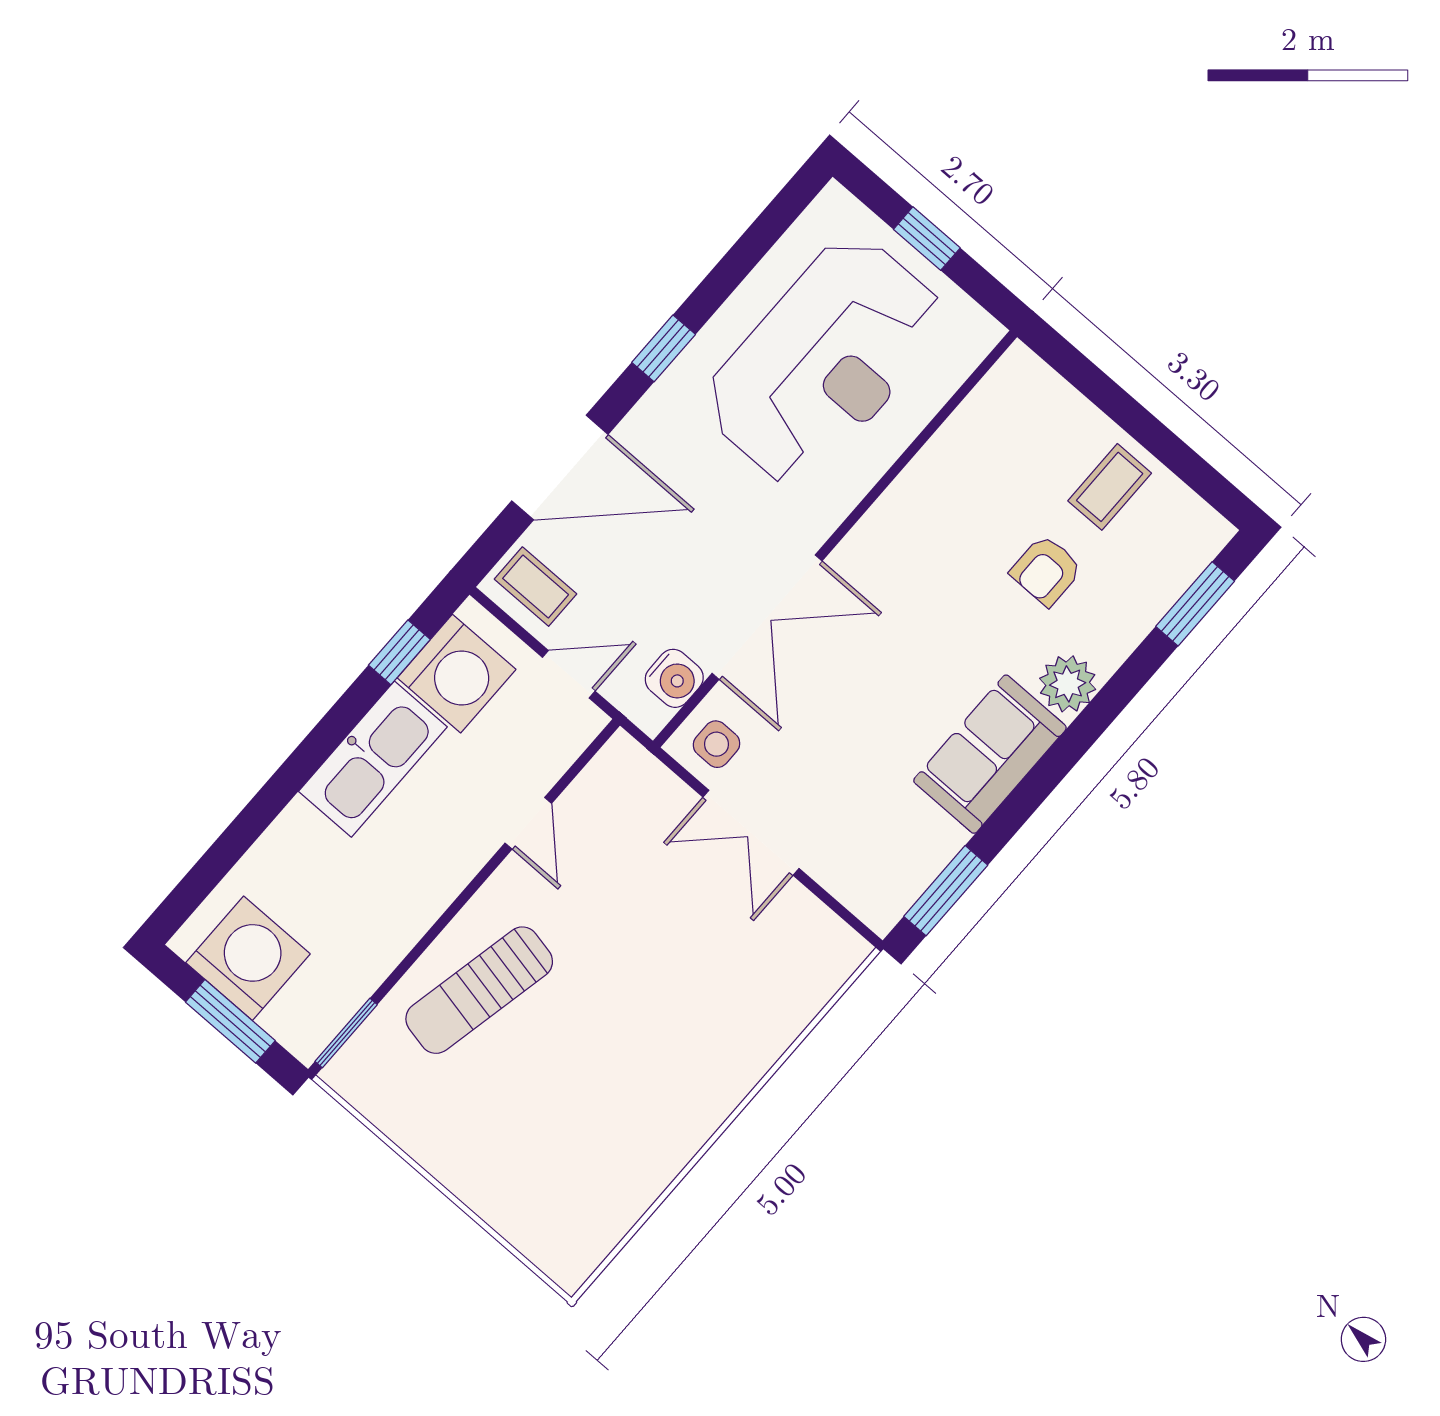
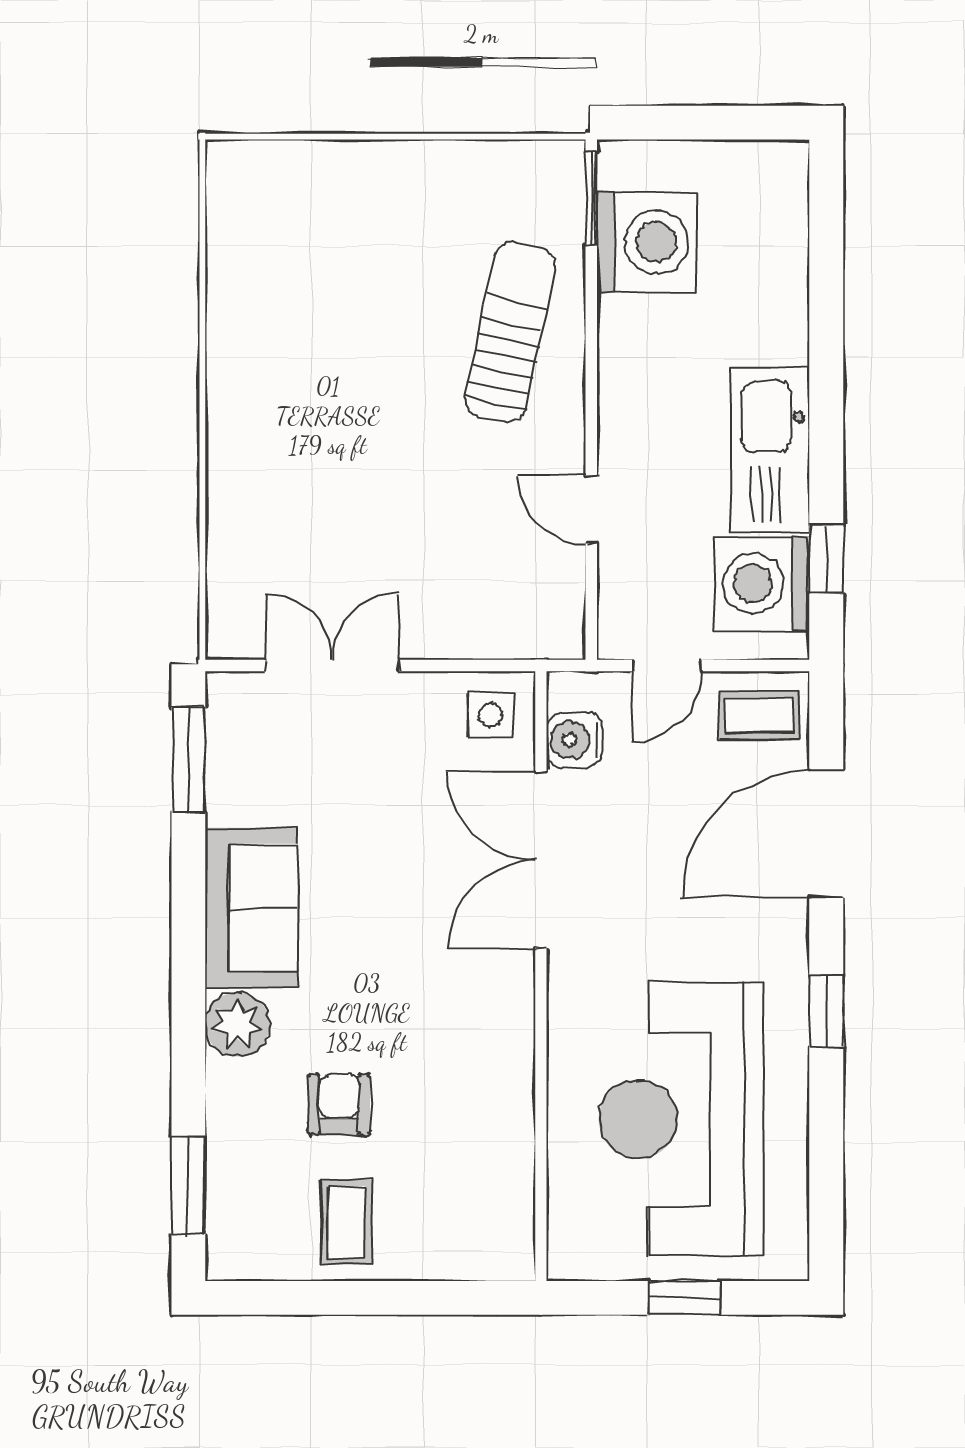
double door: (751, 833) -> (332, 665), moved
washing machine: (248, 958) -> (646, 242), moved, turned -90
window: (230, 1021) -> (698, 123), removed

